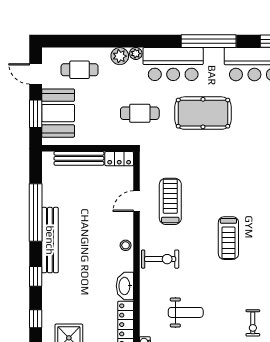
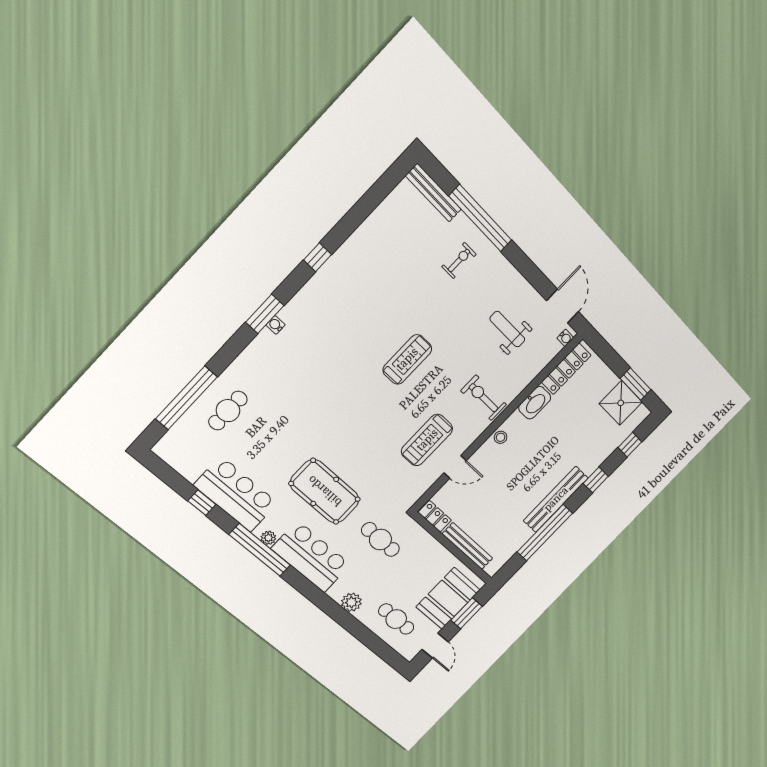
plant: (136, 54) -> (268, 538), moved

